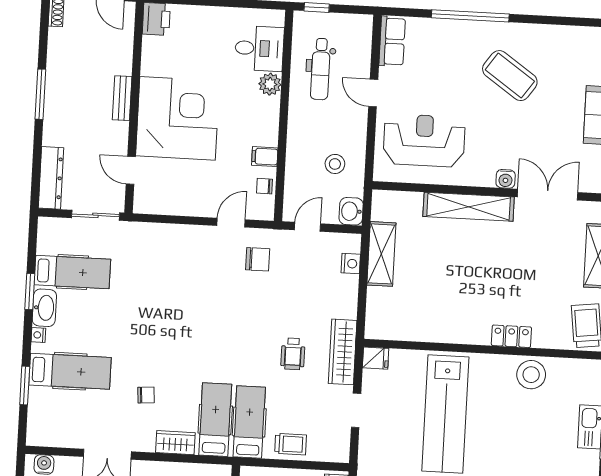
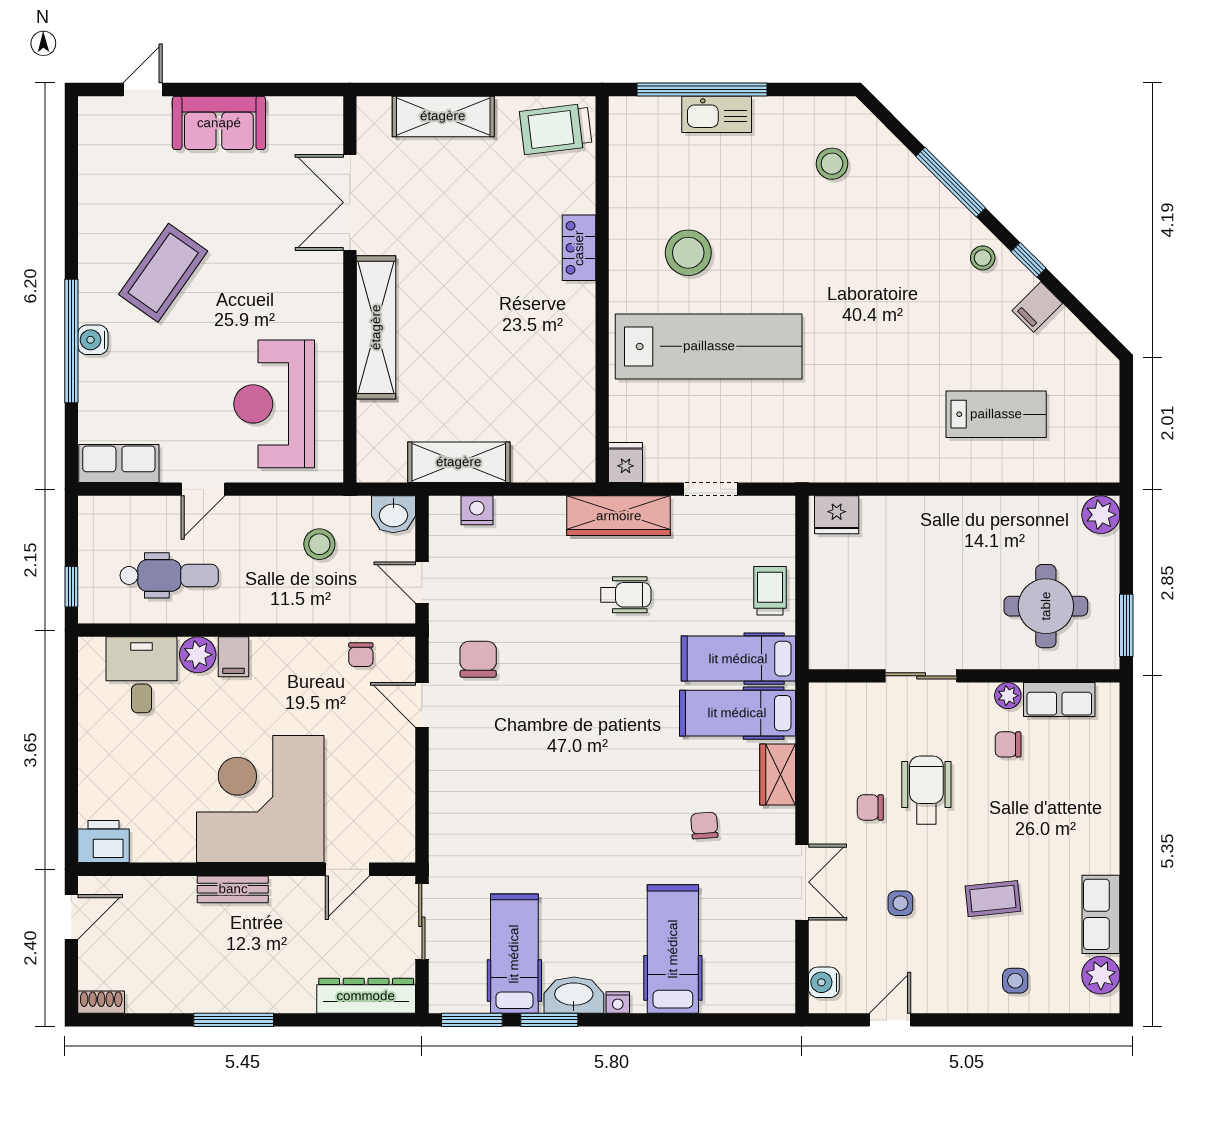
filing cabinet: (265, 157) -> (234, 657), moved
water cooler: (506, 179) -> (93, 340), moved, turned 180
stool: (531, 375) -> (688, 253), moved
window: (25, 385) -> (472, 1020), moved

